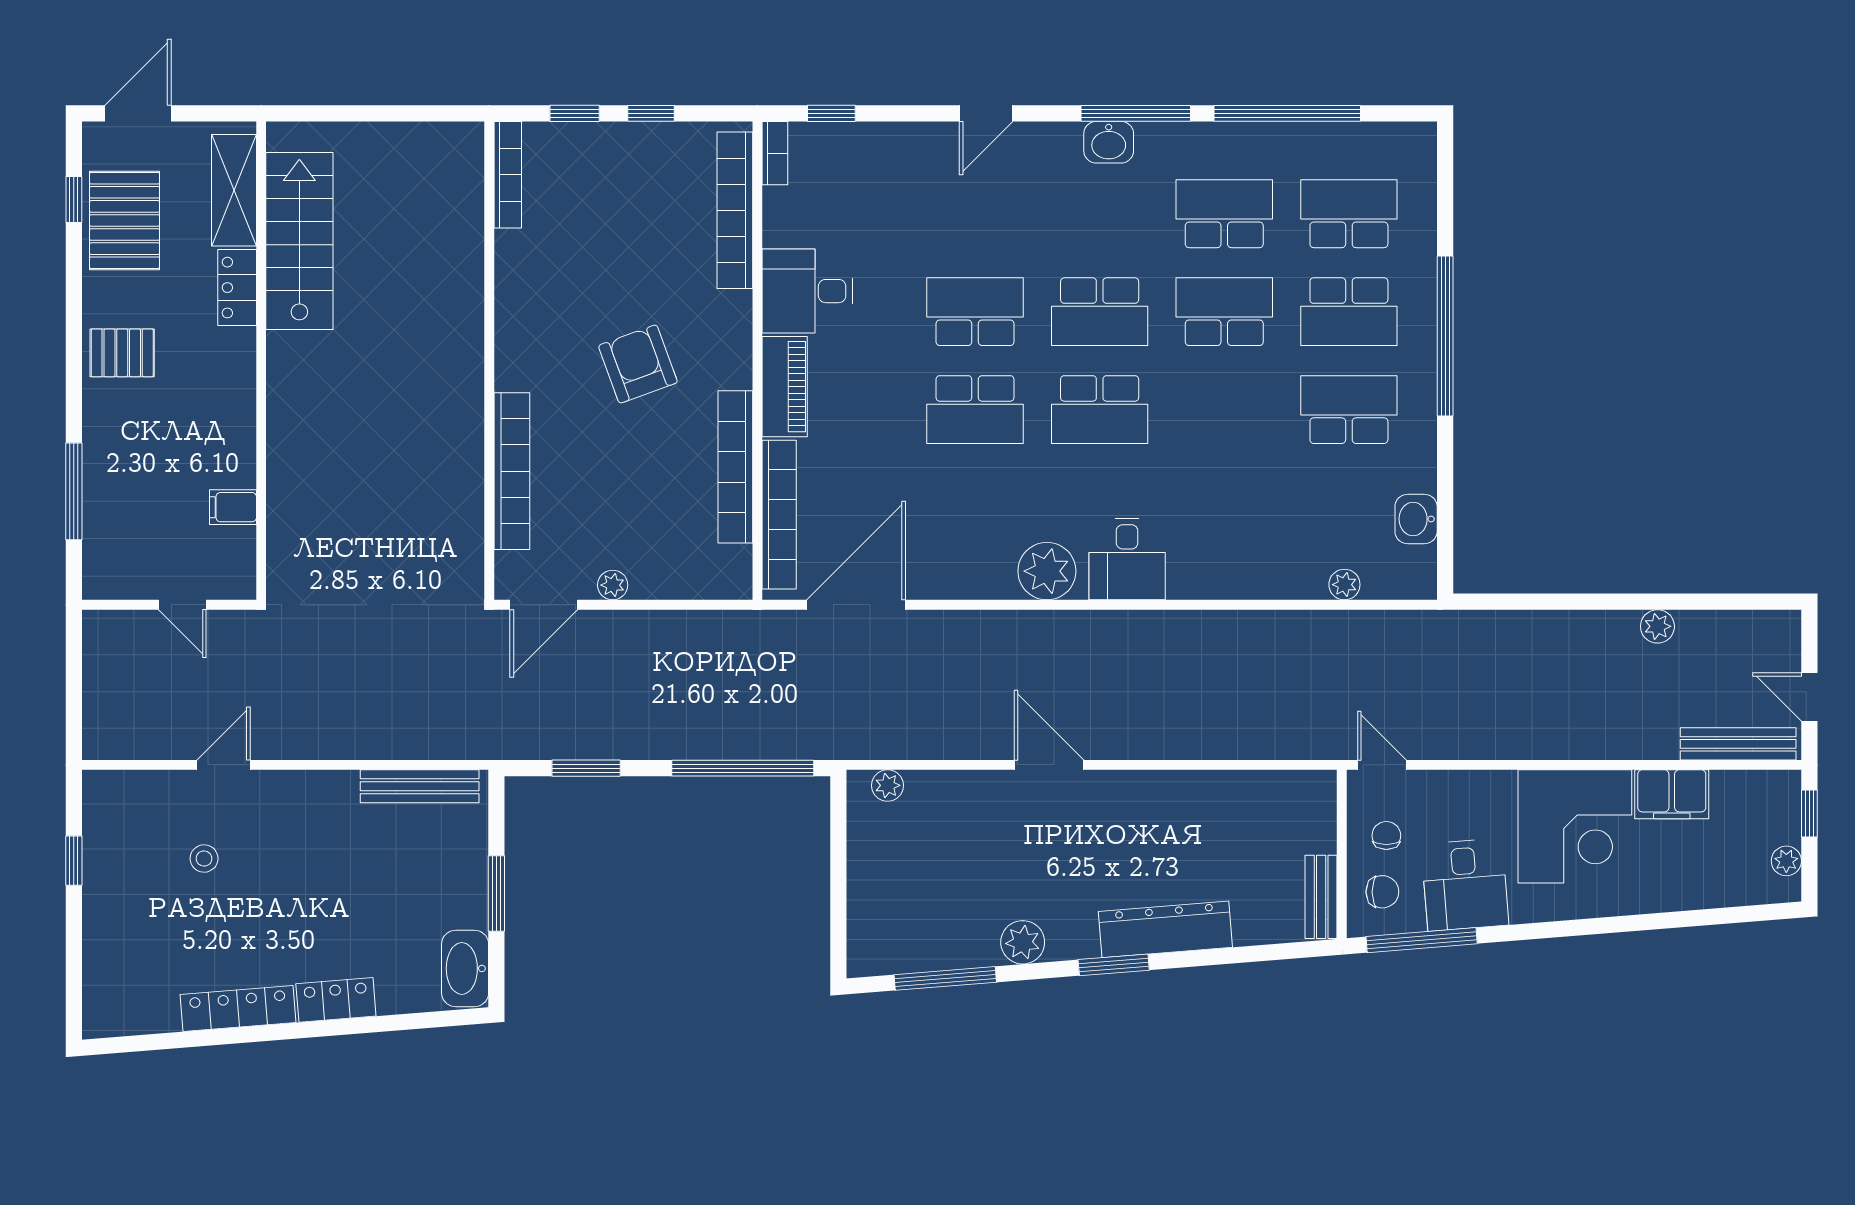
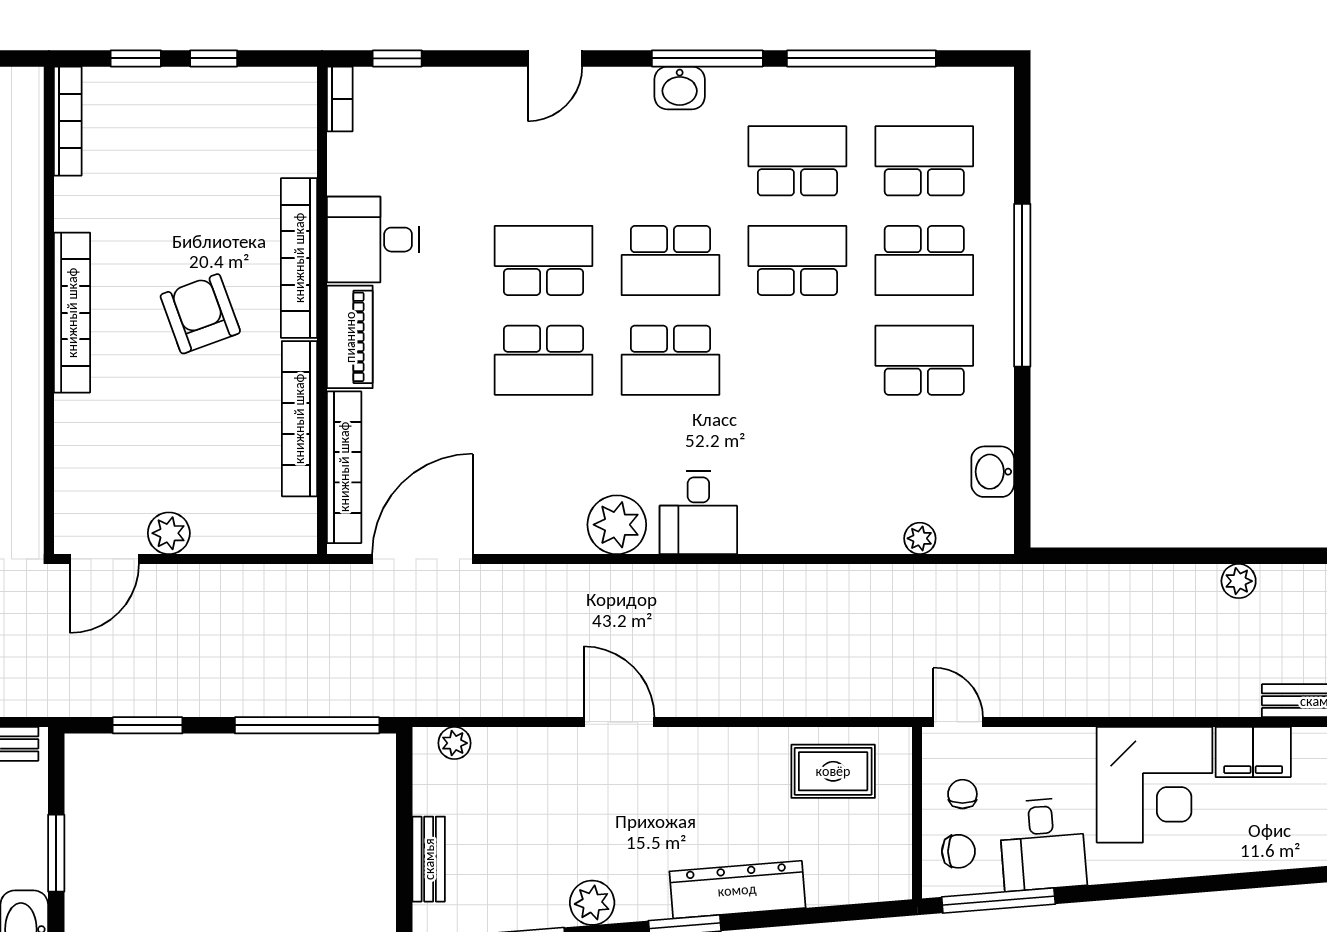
bookcase: (735, 210) -> (299, 258), moved
bookcase: (512, 471) -> (72, 313), moved
plant: (613, 585) -> (169, 533), width x1.38, depth x1.38
rug: (1259, 813) -> (833, 771), added
bench: (1321, 897) -> (429, 859), moved

